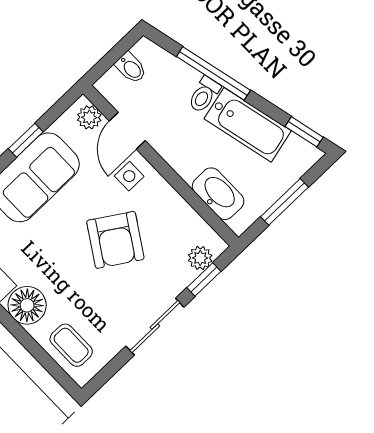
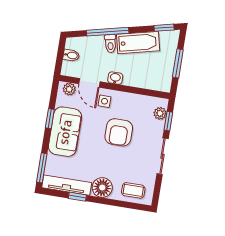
washbasin: (218, 194) -> (115, 78), moved, width x0.52, depth x0.69
armchair: (115, 240) -> (119, 132), turned 57

